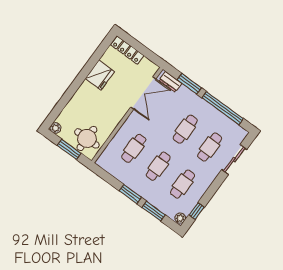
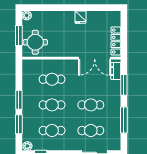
locker: (127, 50) -> (116, 41), moved
fridge: (100, 75) -> (80, 17), width x0.53, depth x0.75
window: (223, 108) -> (124, 120), width x0.68

